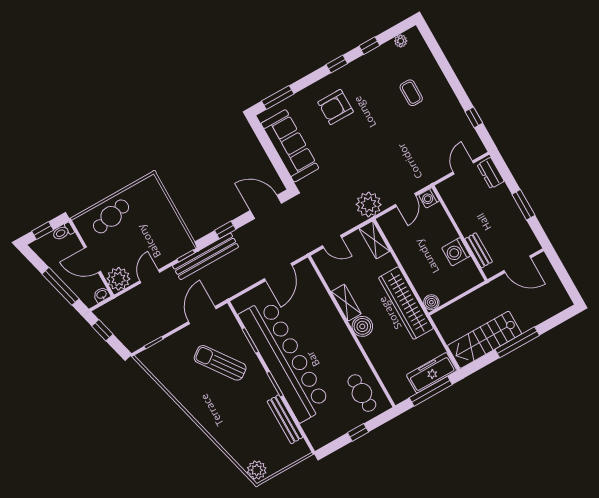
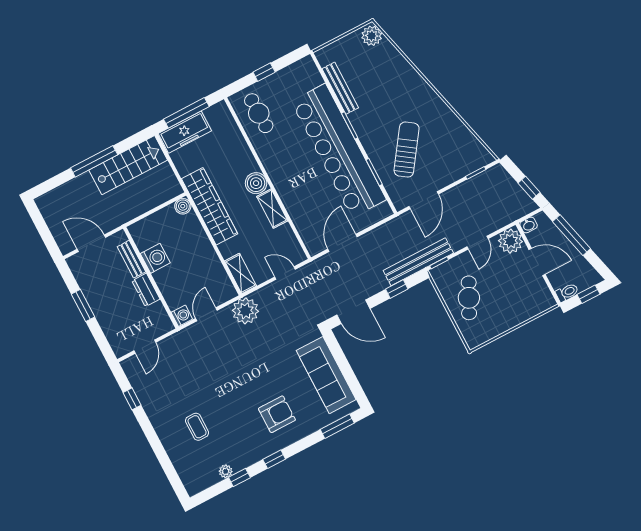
plant: (401, 41) -> (226, 471), moved
dresser: (491, 173) -> (146, 290), moved, turned 180
cafe table: (111, 216) -> (469, 298), moved, turned -50
sun lounger: (220, 363) -> (407, 150), turned -109

